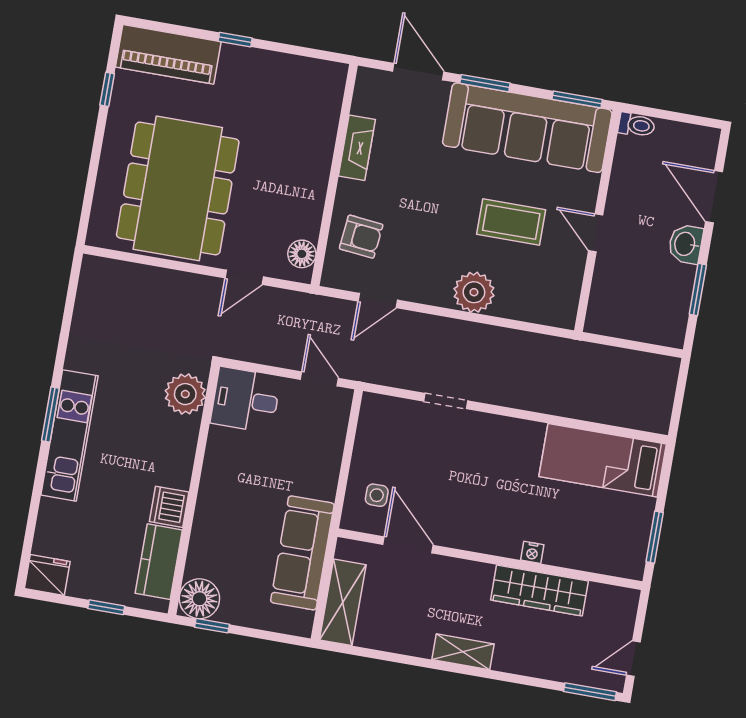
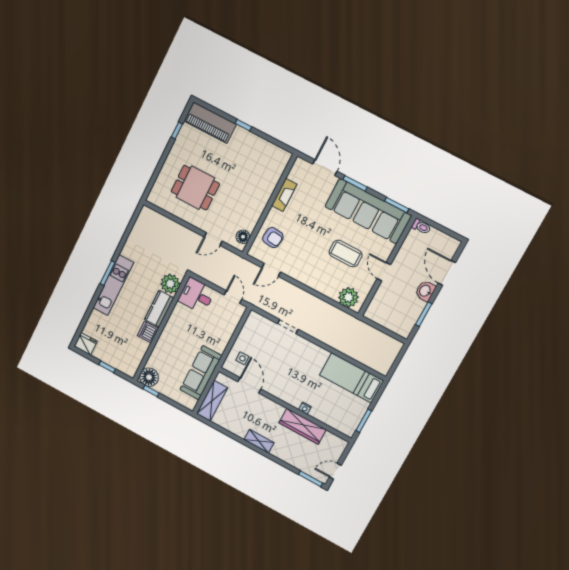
dining table: (178, 188) -> (195, 188), width x0.53, depth x0.80
plant: (474, 292) -> (348, 297), moved
kitchen counter: (159, 562) -> (159, 309), moved

